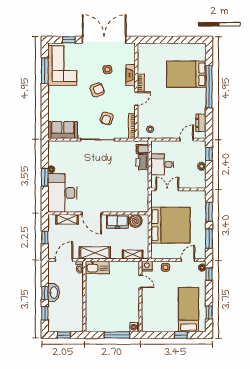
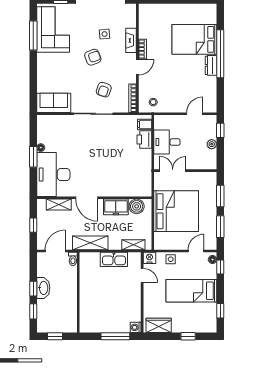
dresser: (201, 123) -> (211, 65), moved
kitchen sink: (97, 267) -> (114, 259), moved
bed: (189, 310) -> (191, 291), moved, turned -90
wardrobe: (155, 325) -> (159, 325), added

